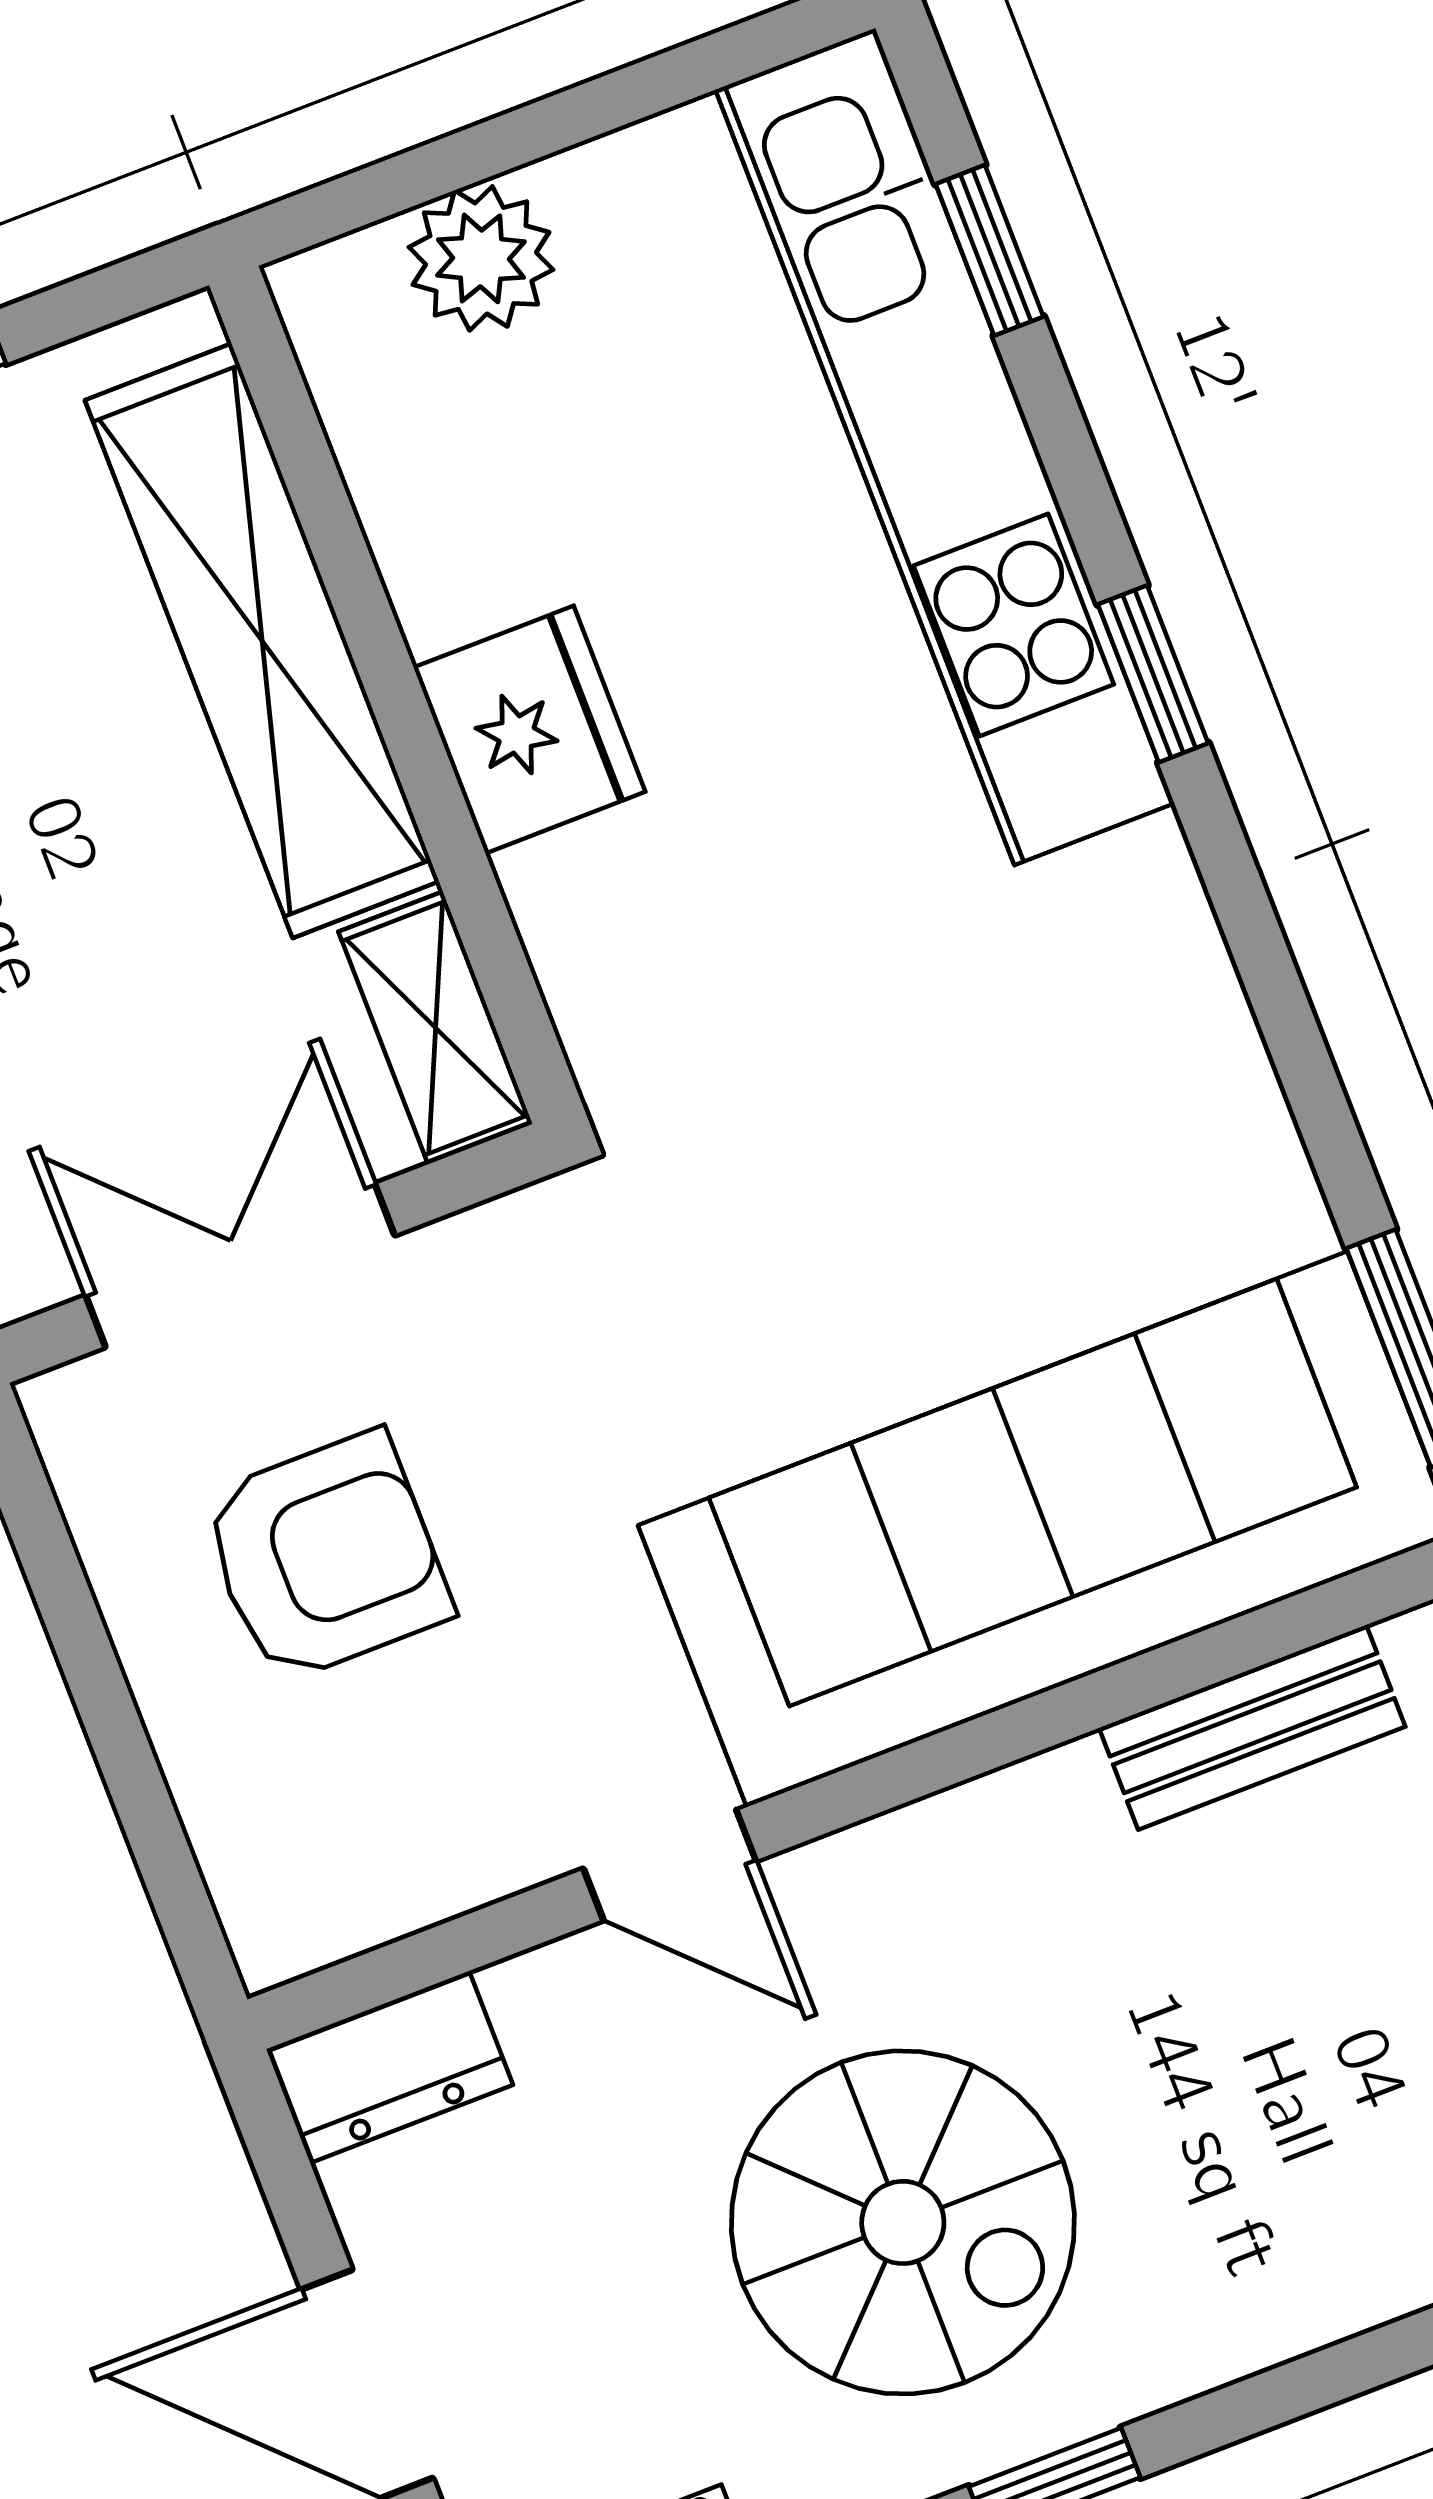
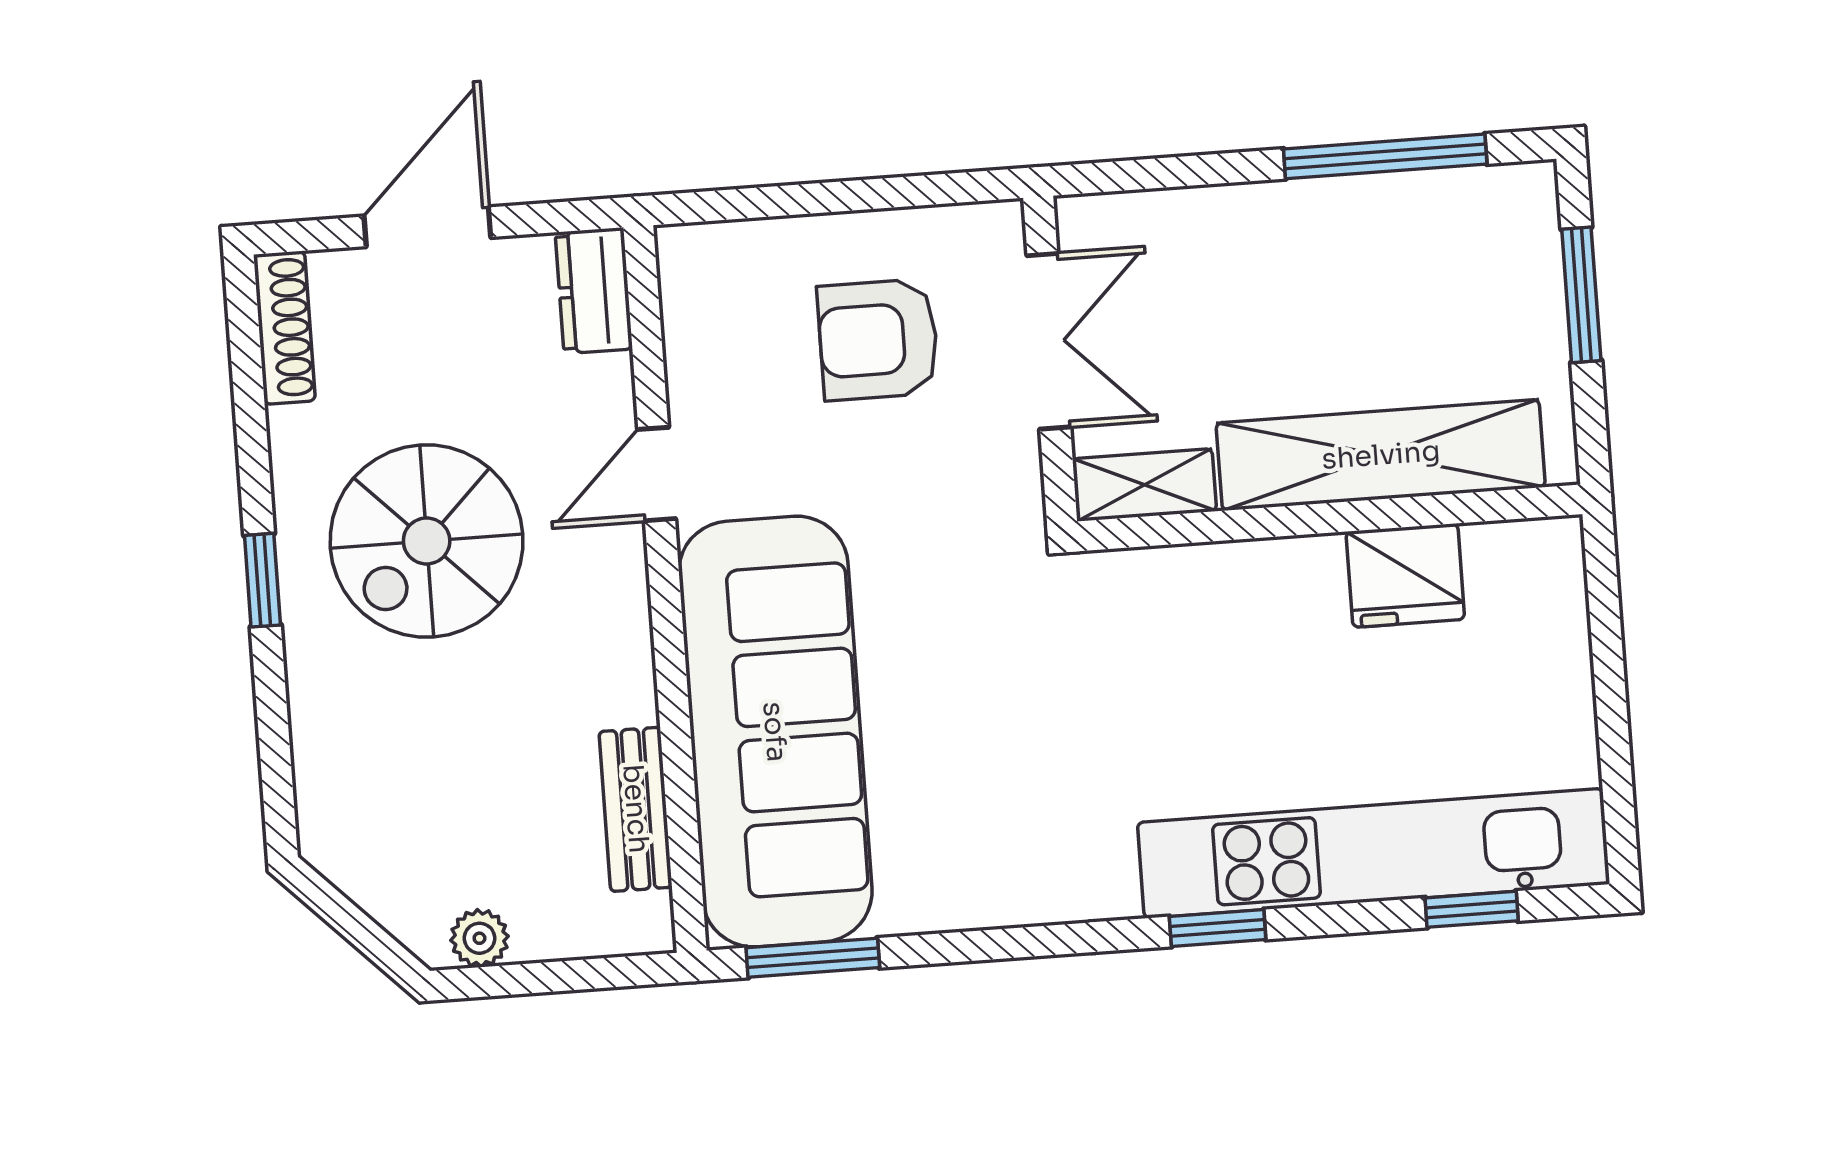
plant: (481, 258) -> (1550, 635), removed
fridge: (529, 730) -> (1405, 576), moved
armchair: (326, 1557) -> (878, 340), turned 90

